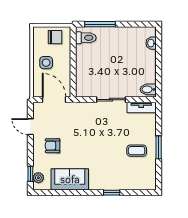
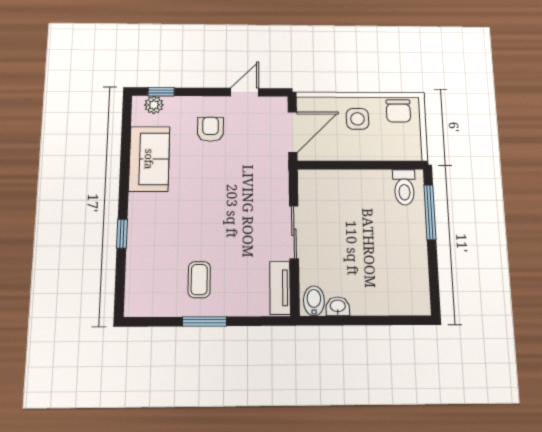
chair: (55, 37) -> (398, 111), moved
washbasin: (151, 43) -> (338, 306), moved

